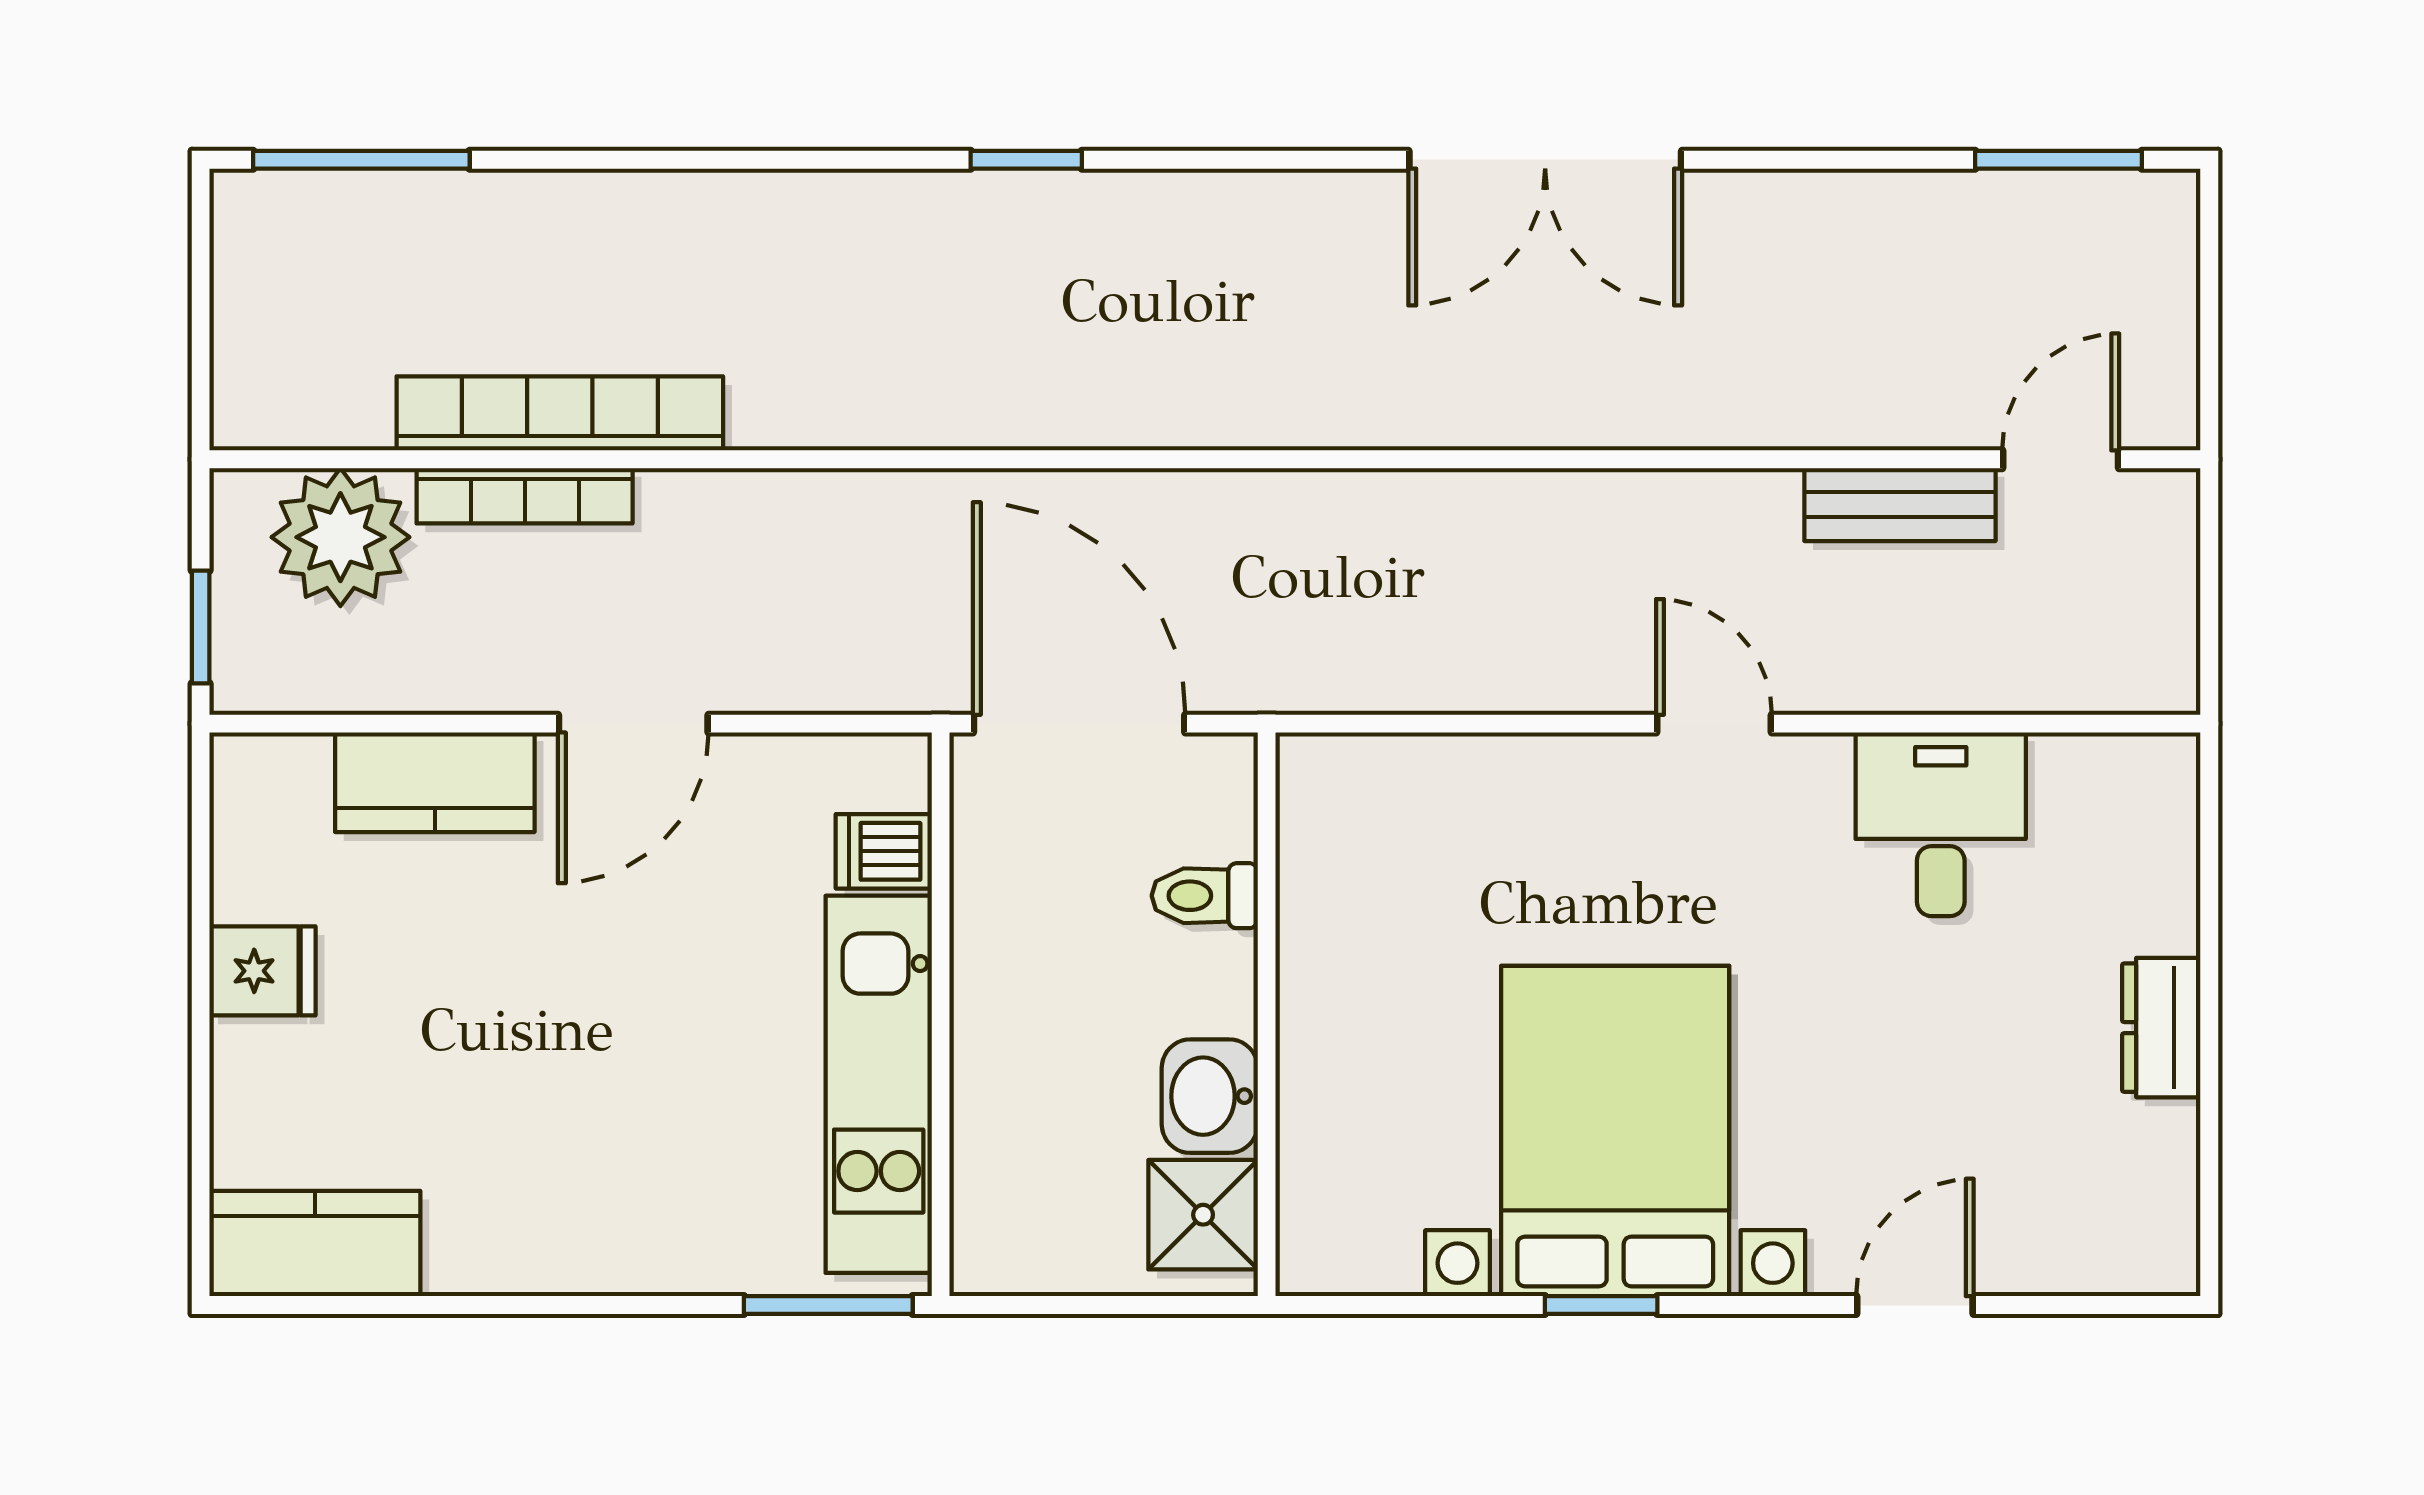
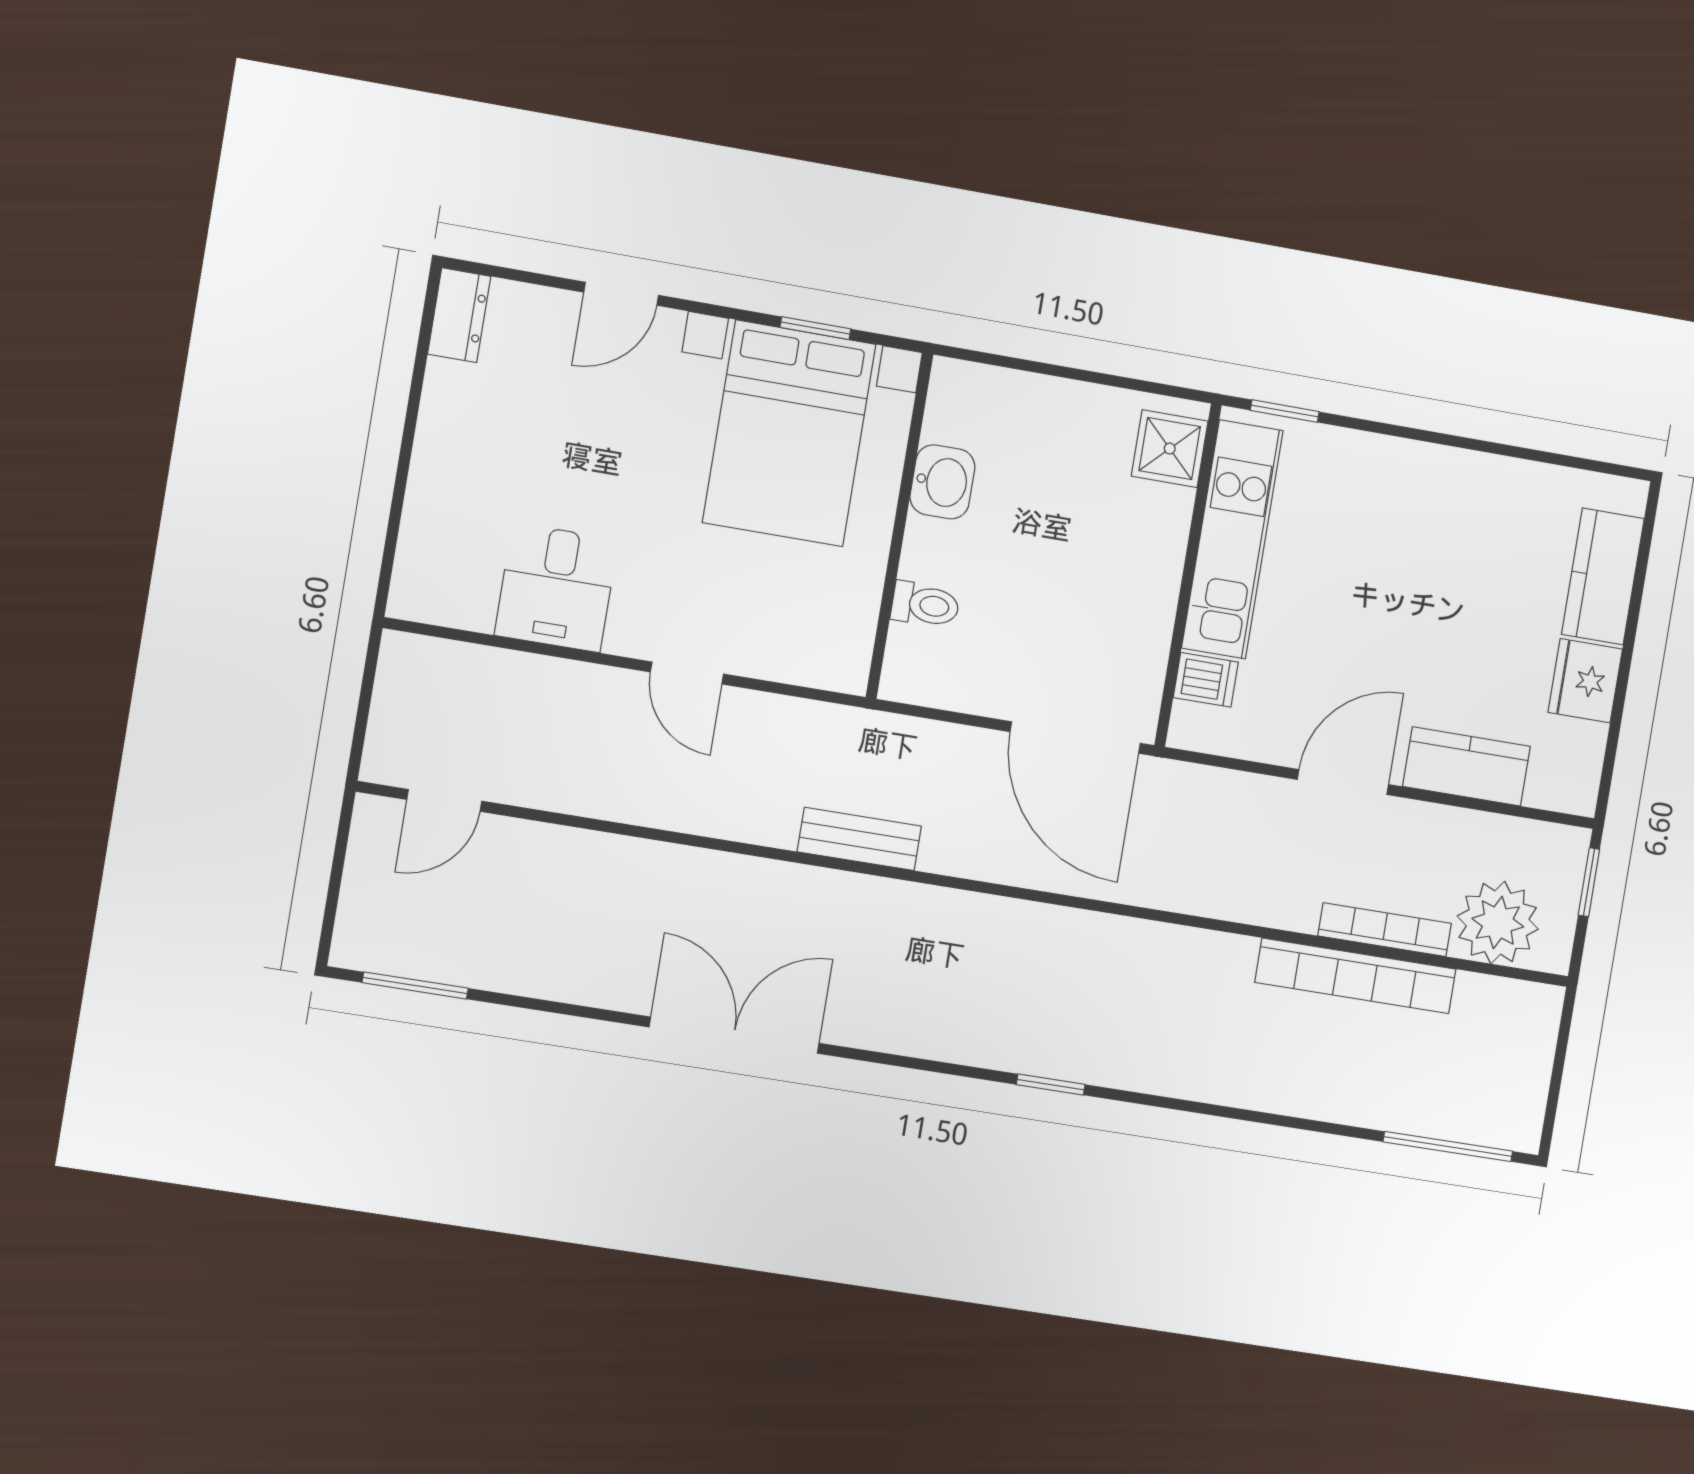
bench: (1900, 505) -> (859, 839), moved
toilet: (1205, 896) -> (925, 605), moved
fridge: (263, 971) -> (1585, 681), width x1.38
wall: (1267, 1014) -> (899, 526), moved
dresser: (2161, 1028) -> (459, 315), moved
washbasin: (1210, 1096) -> (942, 482), moved
shower: (1203, 1215) -> (1170, 449), moved
kitchen counter: (315, 1243) -> (1603, 576), moved, turned 90
window: (828, 1305) -> (1285, 411), width x0.67

